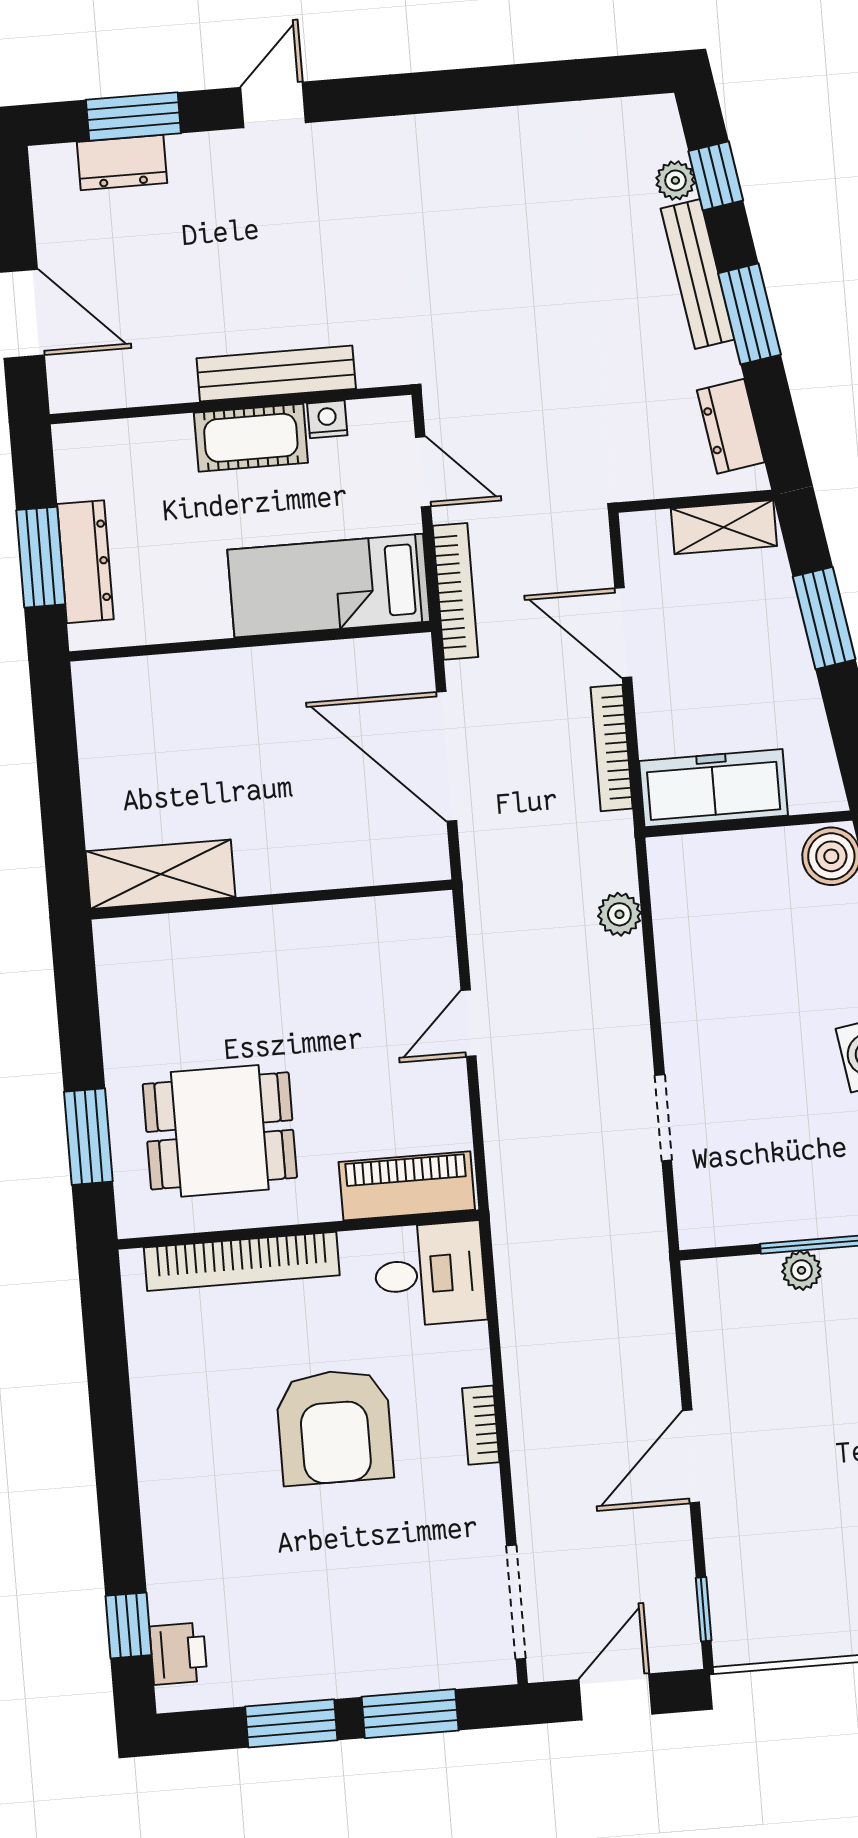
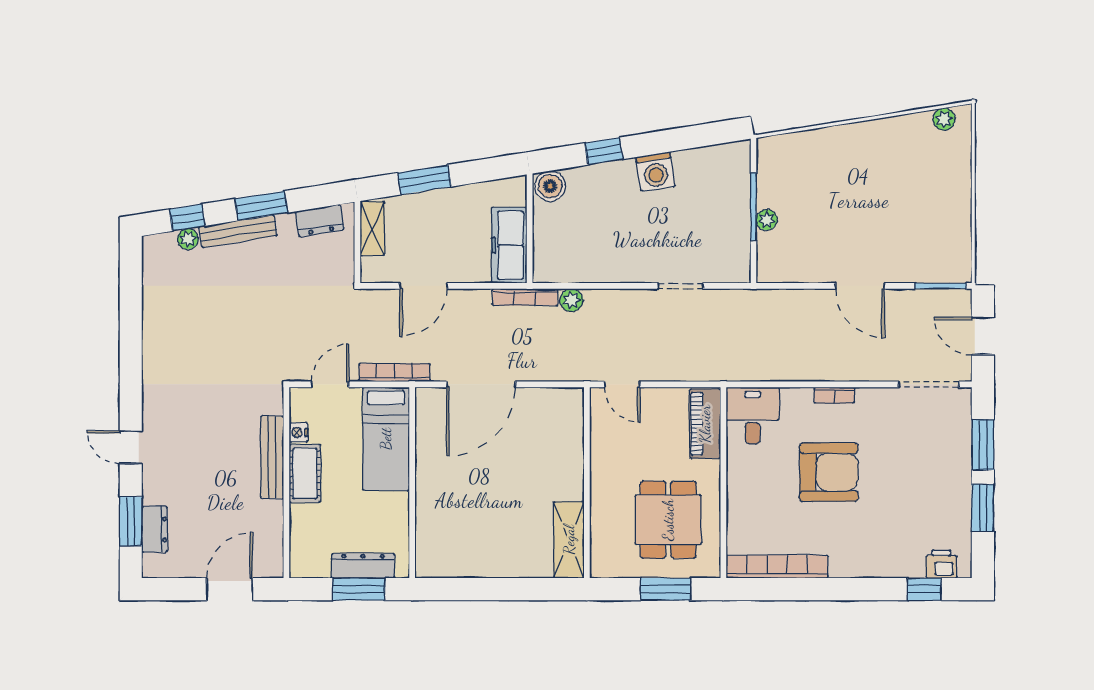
bookcase: (612, 748) -> (525, 297), moved
shelving: (161, 874) -> (569, 540), moved
wall: (271, 900) -> (587, 483), moved
bookcase: (242, 1261) -> (777, 567), moved, turned -90
window: (704, 1609) -> (941, 286), width x1.50

